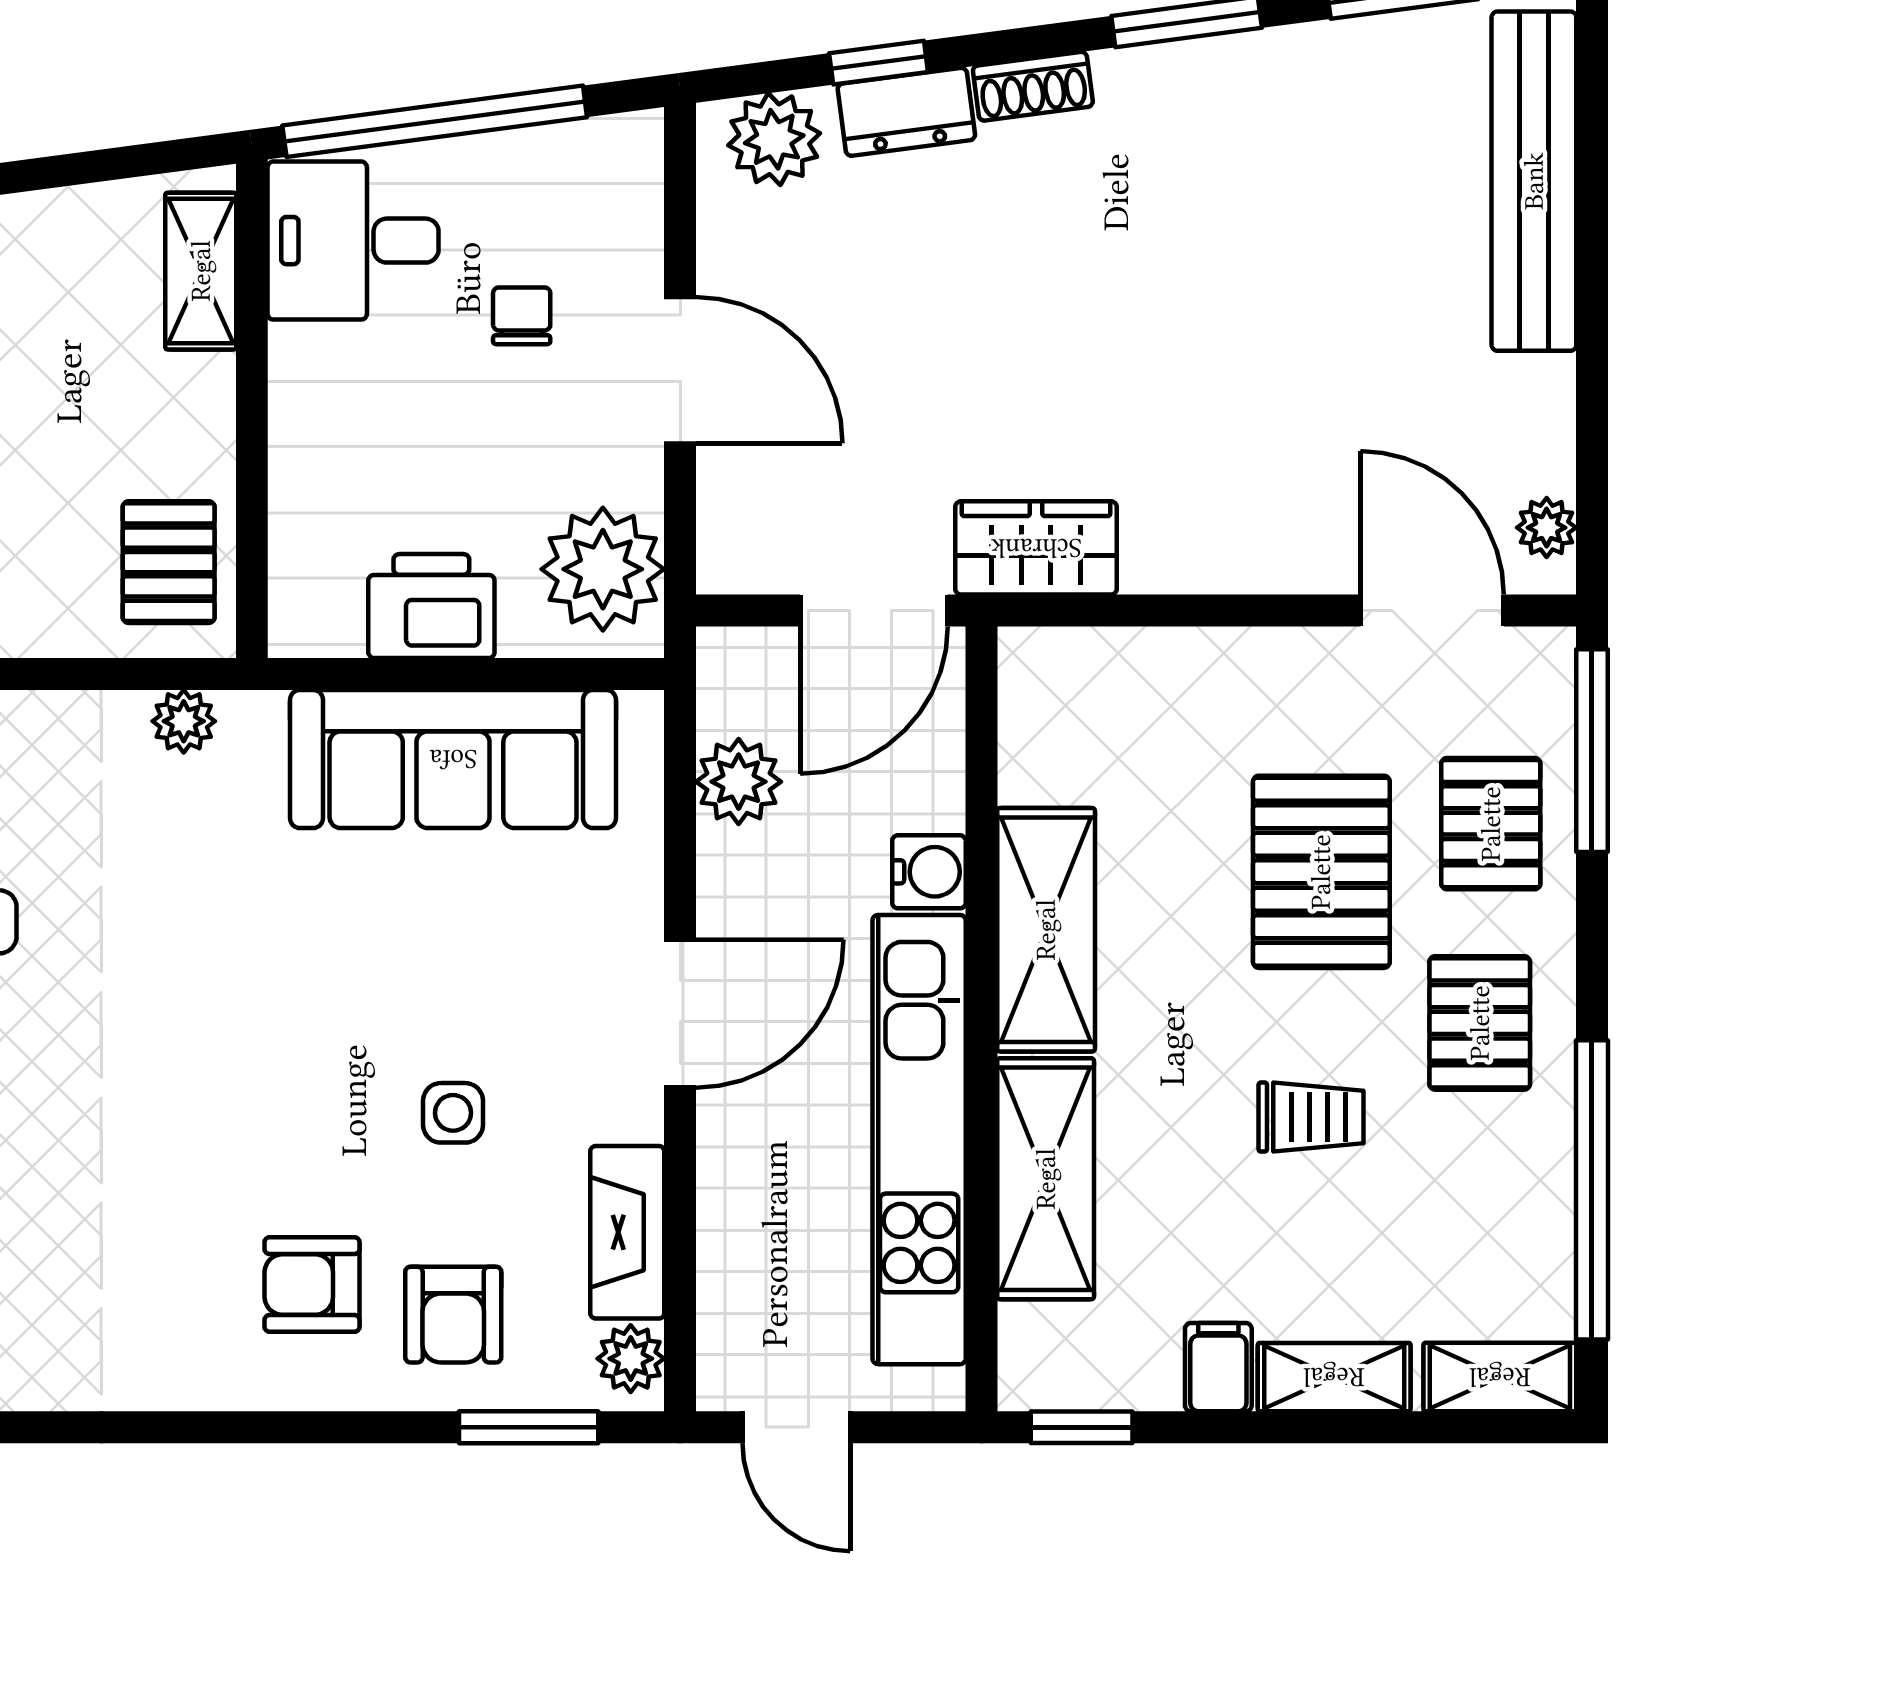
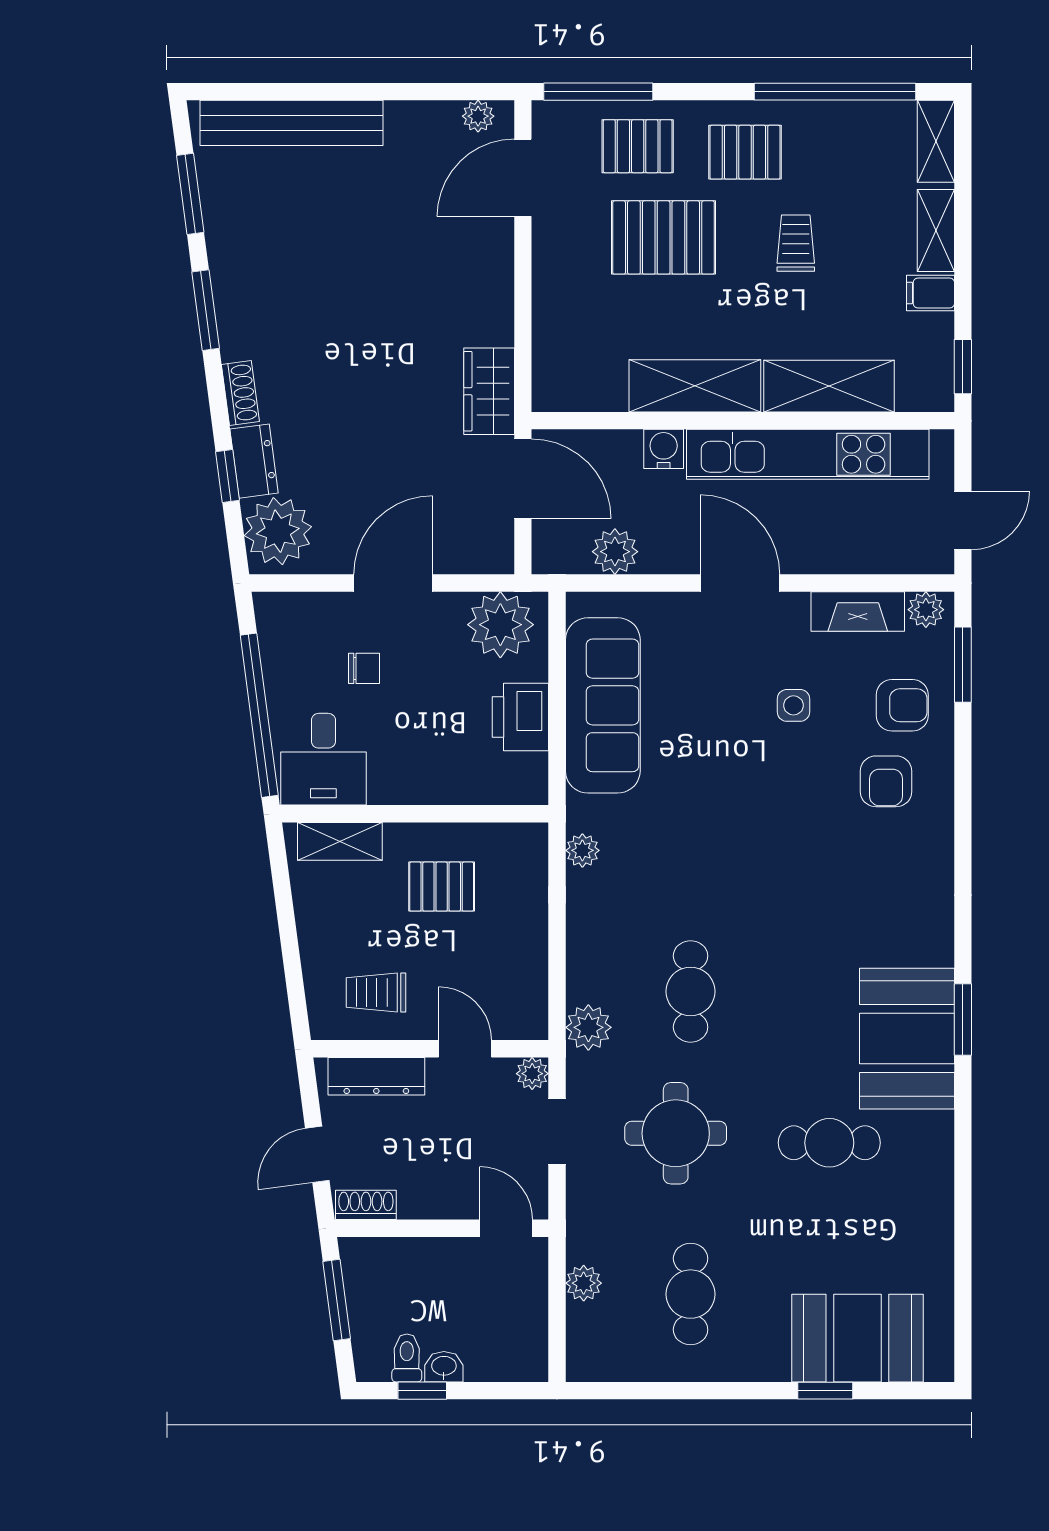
plant: (774, 139) -> (278, 531), width x1.36, depth x1.36
chair: (522, 316) -> (364, 668), turned 180
pallet: (169, 562) -> (442, 887), moved

